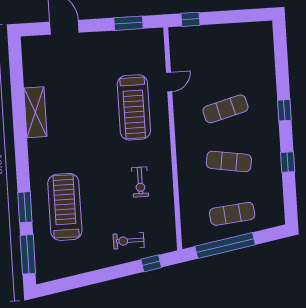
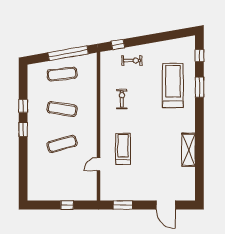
window: (190, 19) -> (67, 205), moved
treadmill: (134, 107) -> (123, 149), width x0.73, depth x0.73
window: (284, 110) -> (23, 130), moved
treadmill: (65, 207) -> (173, 86), turned 180
window: (28, 254) -> (199, 56), width x0.46

